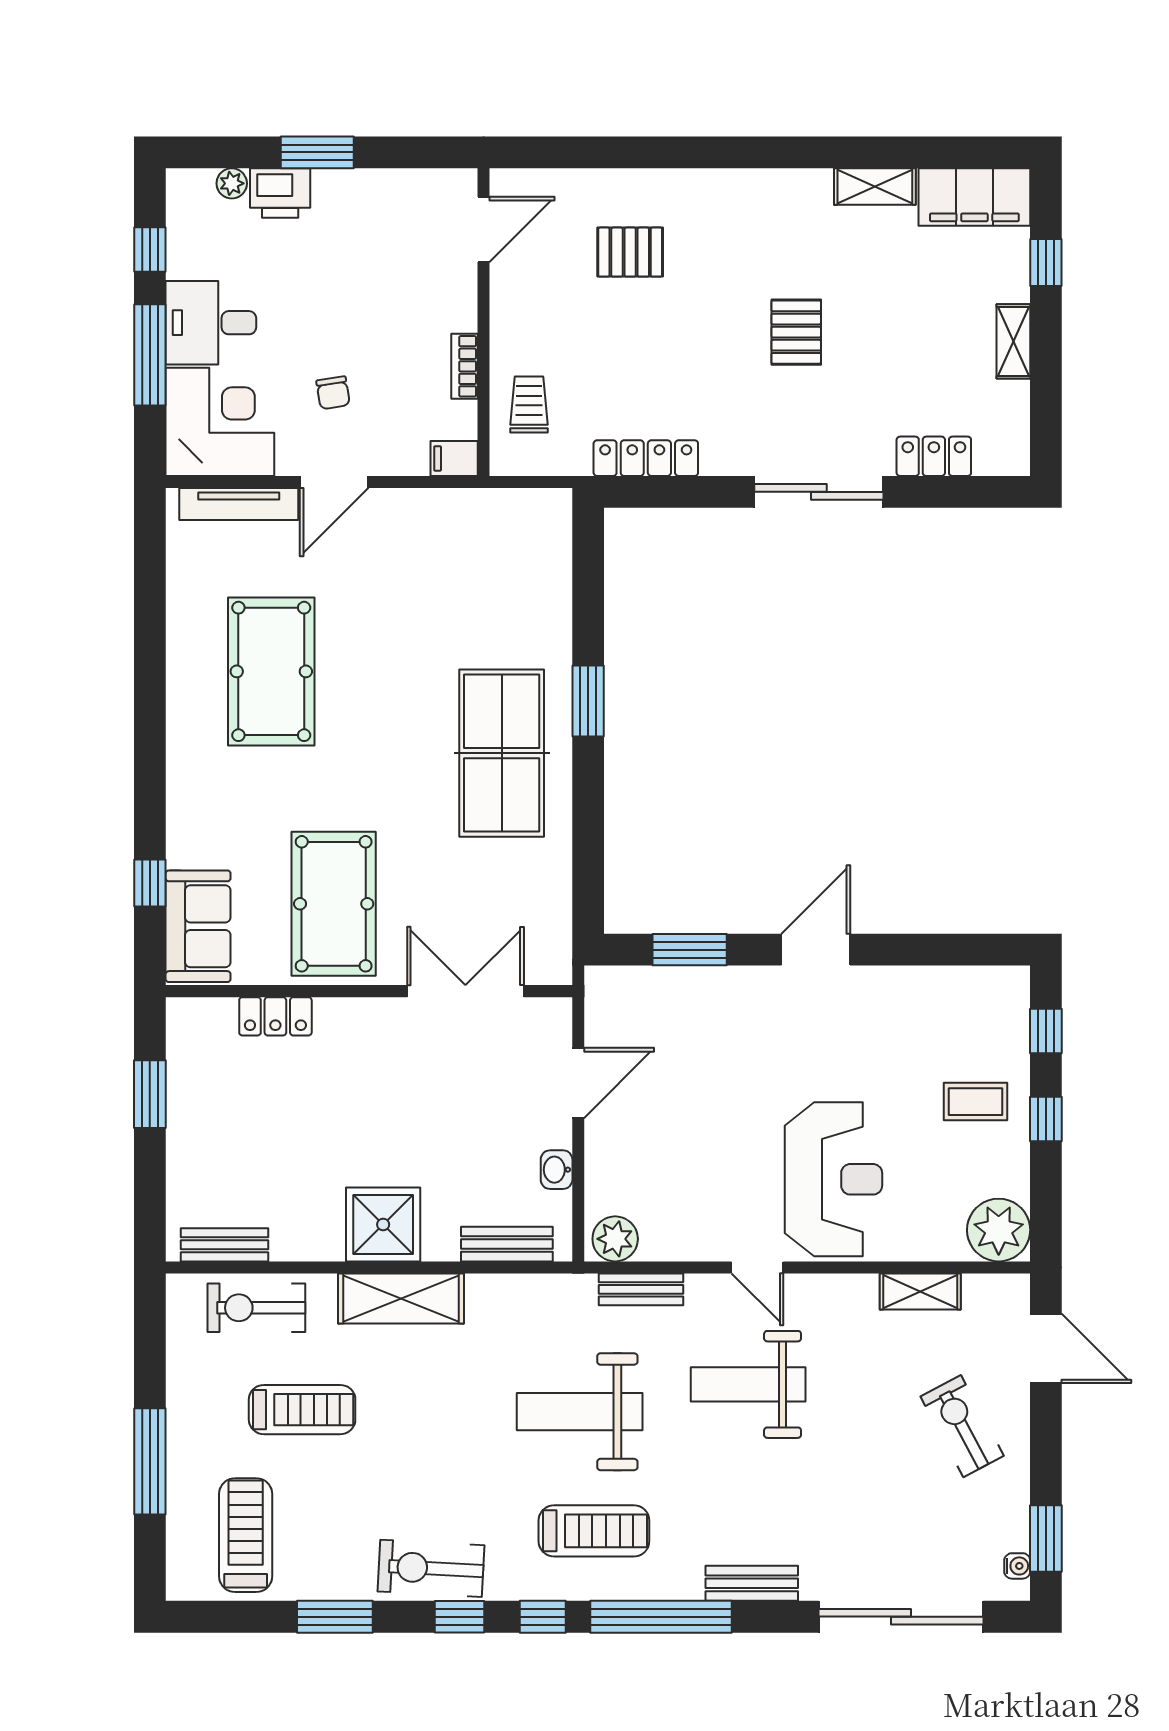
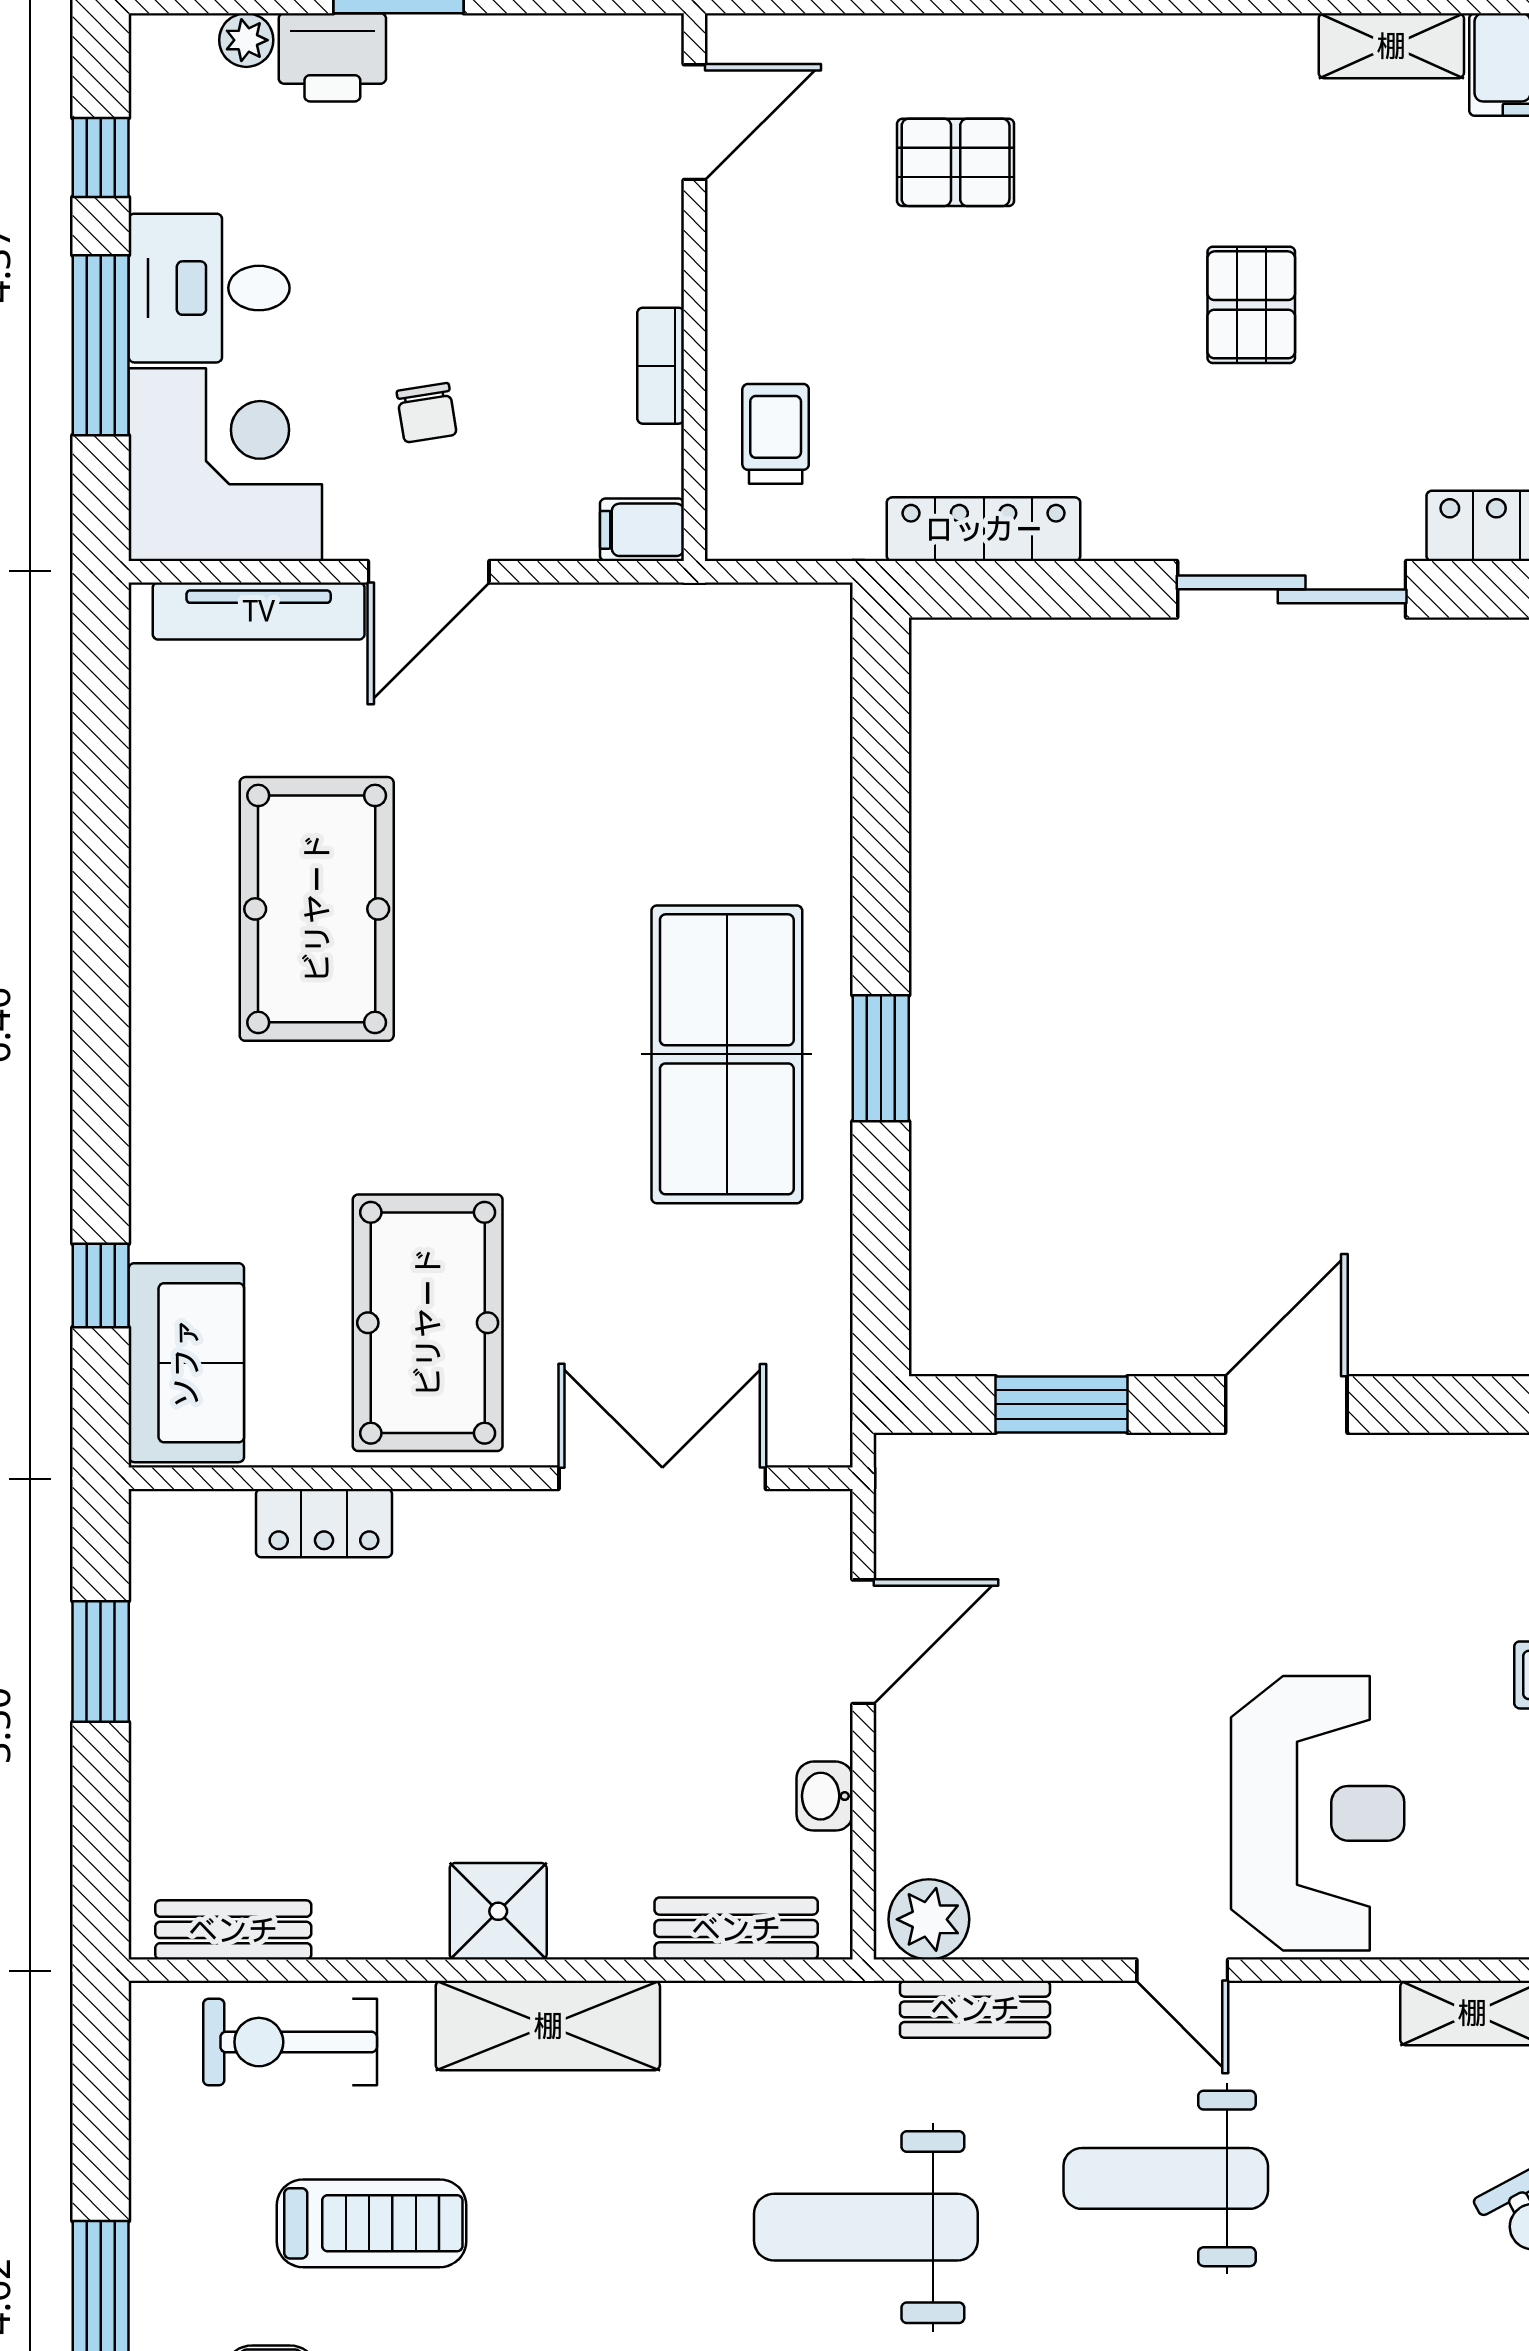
window: (588, 701) -> (881, 1058), moved
shower: (383, 1224) -> (498, 1911), width x0.73, depth x0.73

